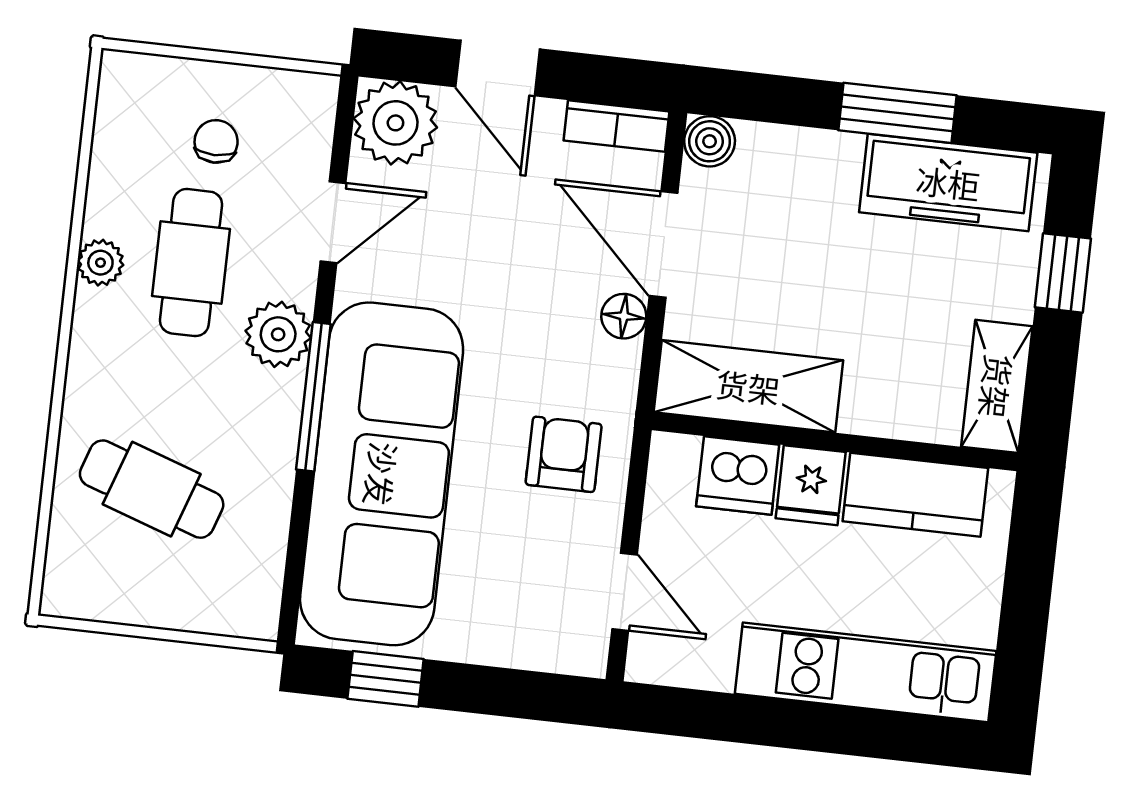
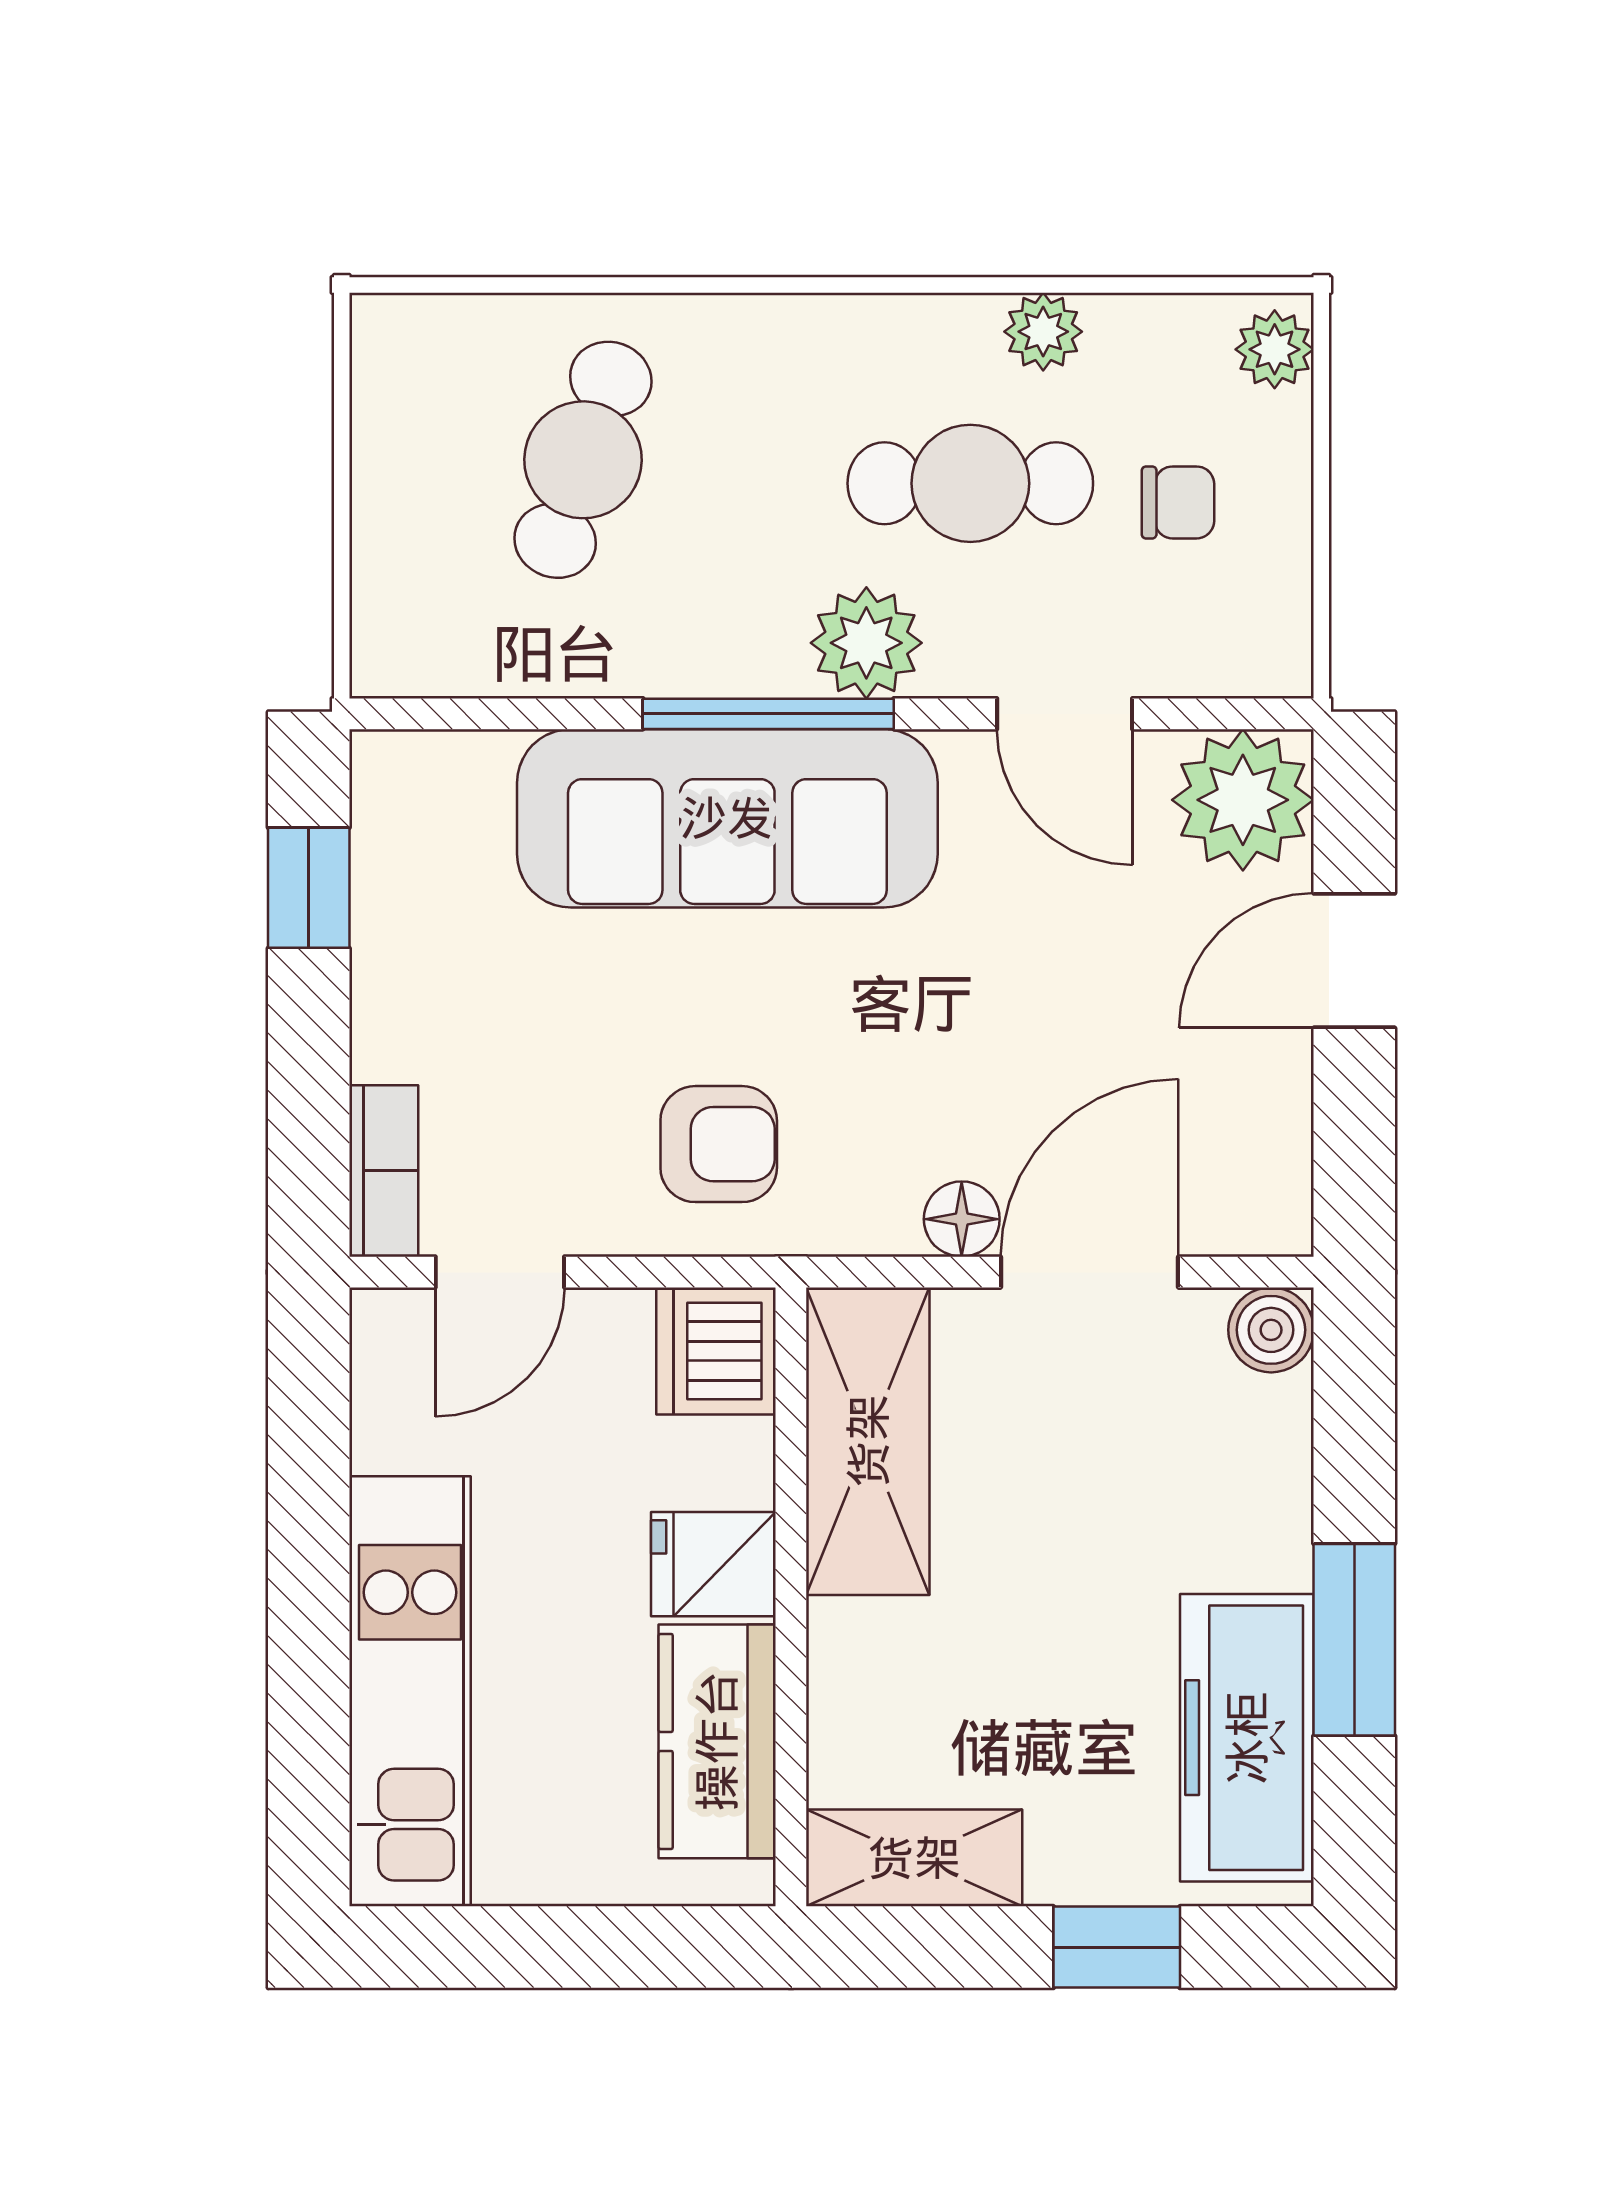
plant: (132, 74) -> (1275, 349), added
bookcase: (616, 126) -> (384, 1171), moved, turned 180
plant: (100, 263) -> (1043, 332), moved
sofa: (382, 474) -> (727, 818), width x0.74, depth x0.79
dishwasher: (738, 475) -> (716, 1351), moved

